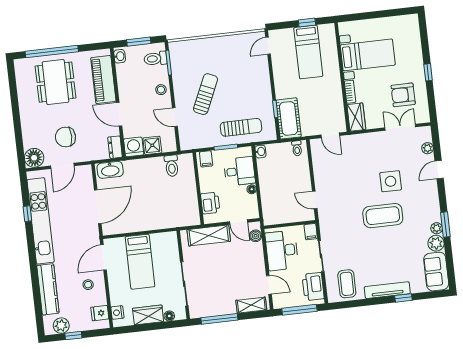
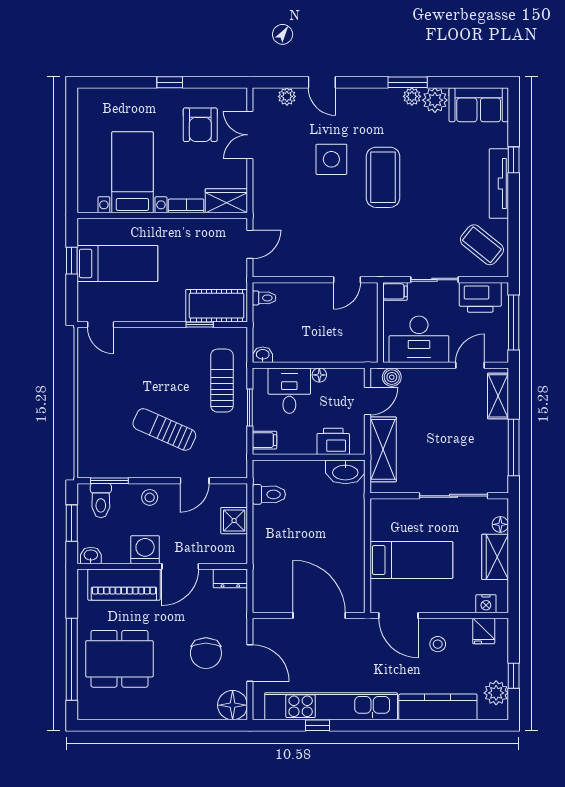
washing machine: (134, 147) -> (145, 550), moved, turned 90
washbasin: (110, 170) -> (345, 472), moved, turned 90
coffee table: (347, 284) -> (482, 245), turned 39

